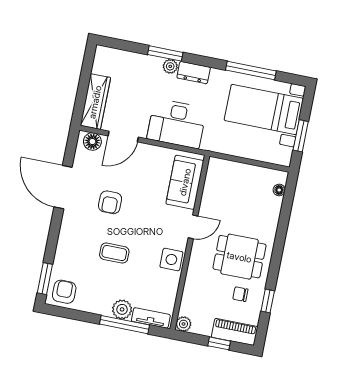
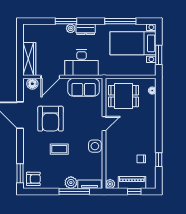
sofa: (185, 182) -> (84, 87), moved, turned -90
armchair: (110, 202) -> (51, 119), width x1.88, depth x1.88
dining table: (239, 257) -> (124, 96), moved
armchair: (64, 292) -> (33, 179), turned 90
piano: (235, 332) -> (132, 183), moved

